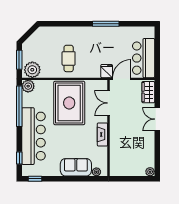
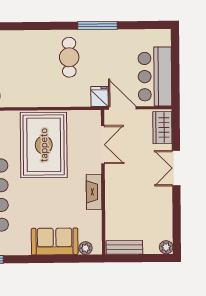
cafe table: (69, 58) -> (69, 57), moved
door: (122, 79) -> (122, 108), hinge flipped
double door: (109, 103) -> (103, 145), swing flipped
bench: (122, 172) -> (124, 247), added

